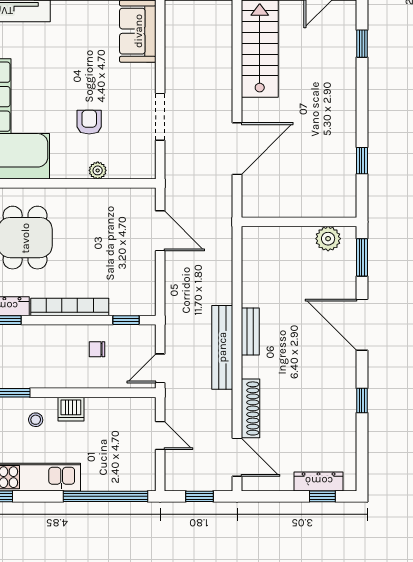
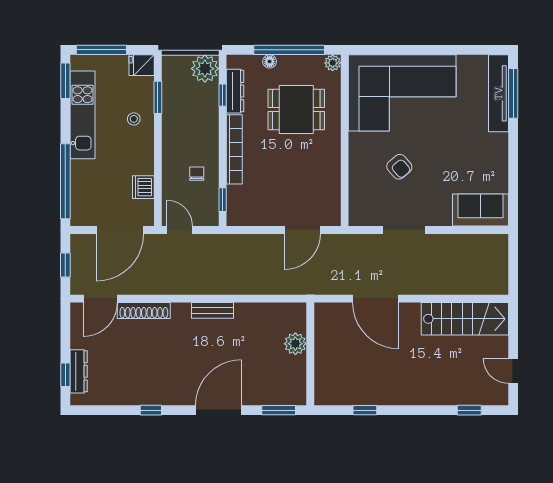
armchair: (89, 122) -> (399, 167), turned 49
plant: (98, 170) -> (356, 174), removed
plant: (328, 239) -> (295, 344), moved
bench: (222, 347) -> (198, 285), removed
dishwasher: (71, 409) -> (143, 187), moved
door: (160, 435) -> (120, 230), width x1.88

